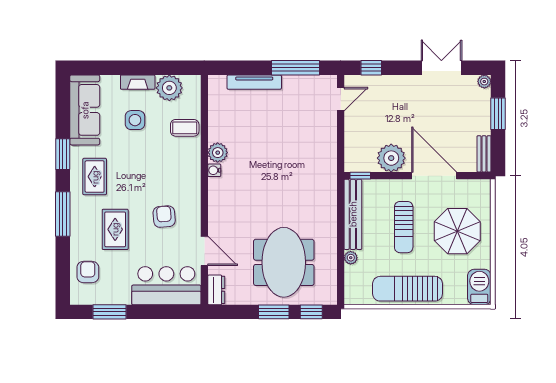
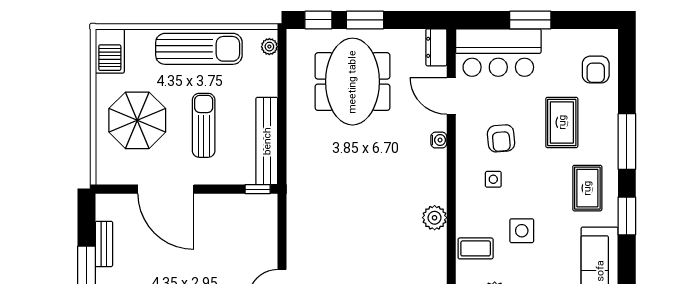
side table: (135, 120) -> (522, 231), moved
bench: (484, 154) -> (104, 244), moved
plant: (391, 158) -> (219, 211), removed
water cooler: (214, 170) -> (439, 140), moved
side table: (170, 184) -> (493, 179), added
plant: (351, 258) -> (269, 47), moved
window: (110, 312) -> (530, 20), moved

